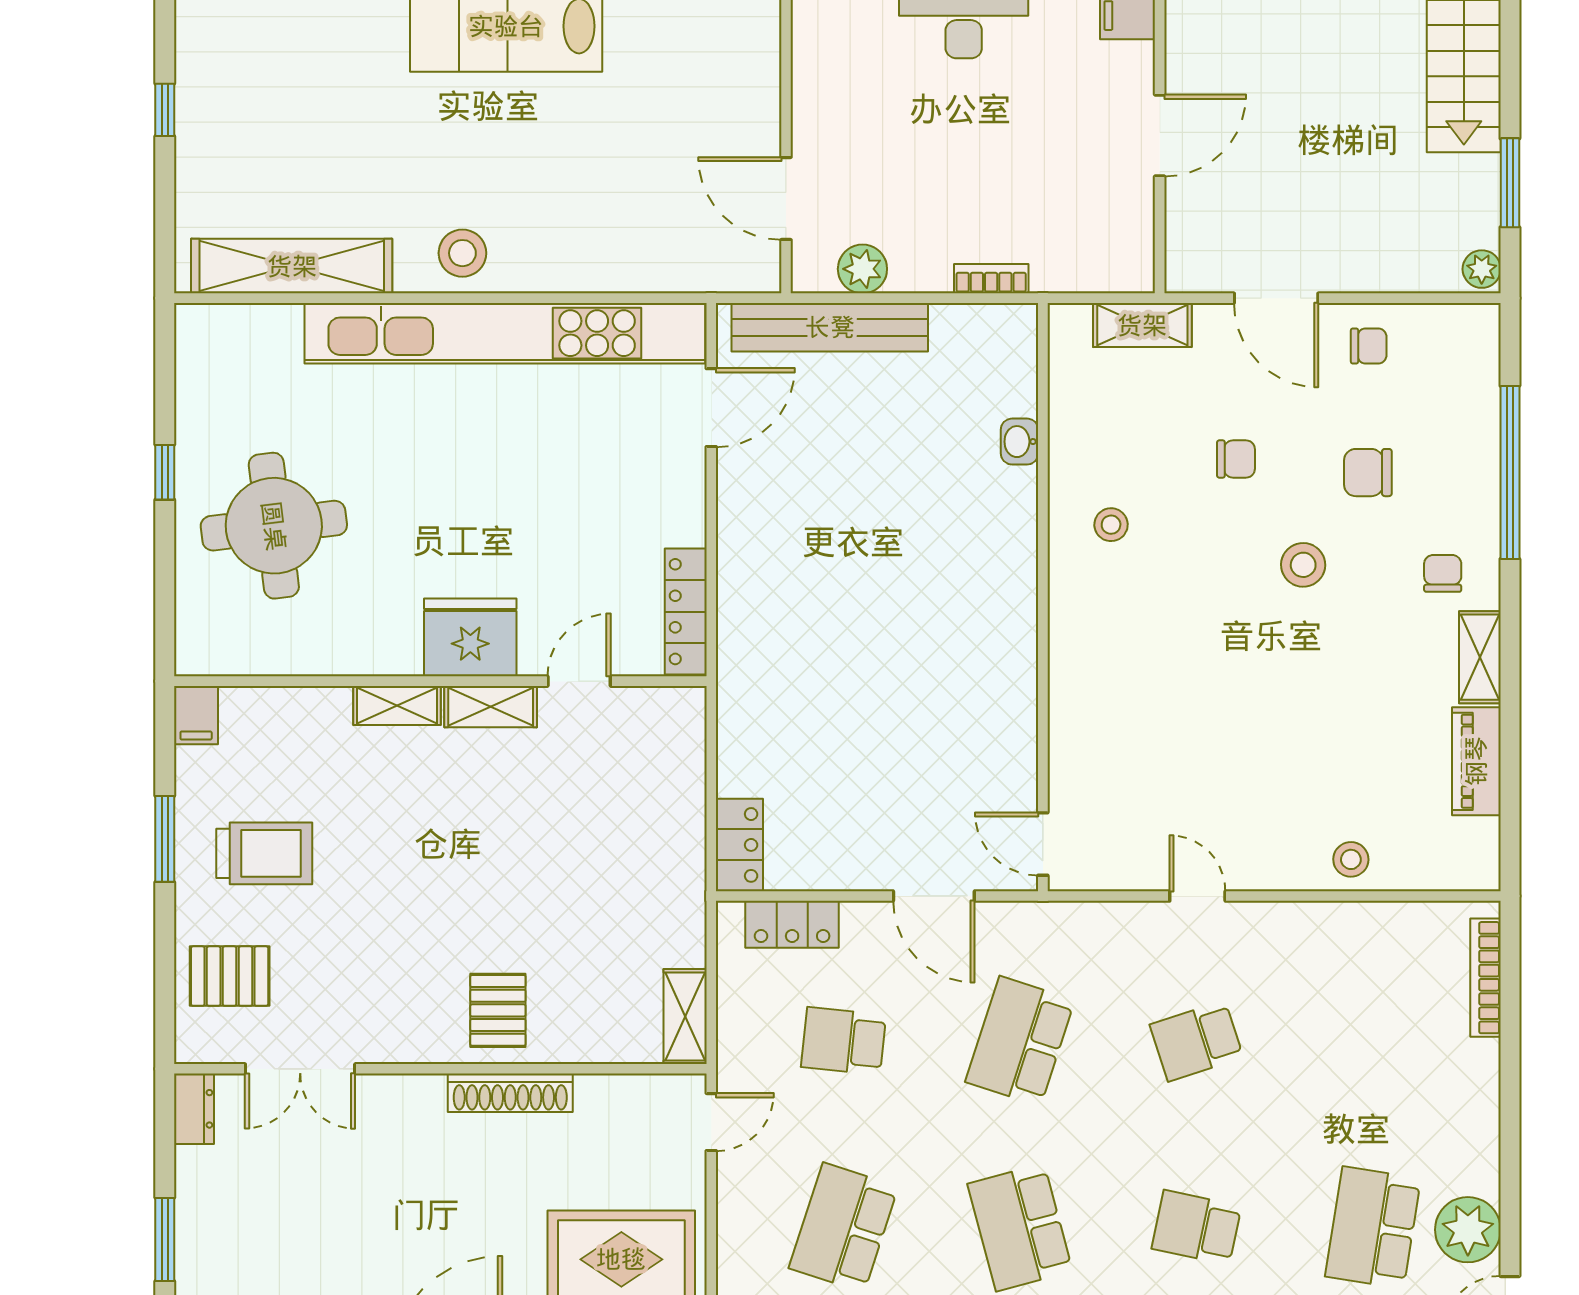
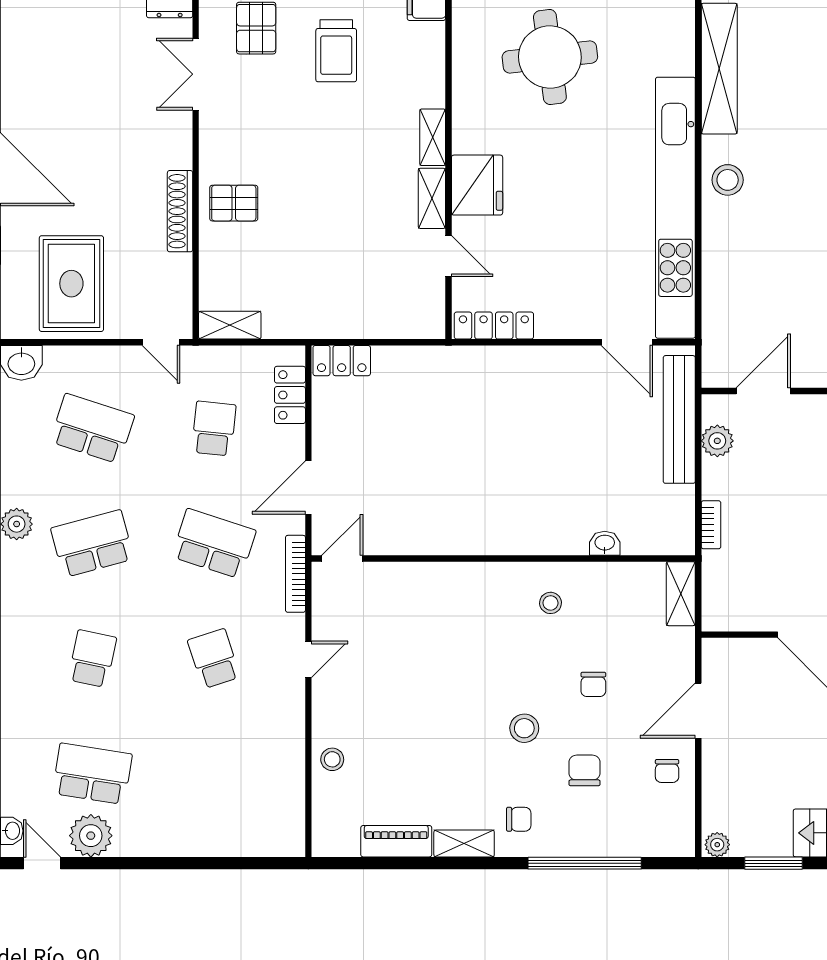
shelving: (1142, 325) -> (681, 594), moved
bookcase: (1485, 978) -> (295, 574), moved, turned -90

